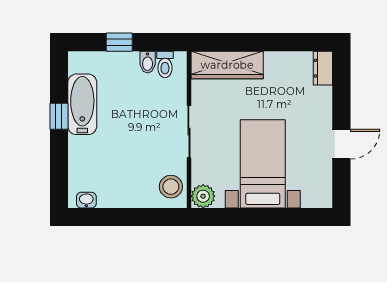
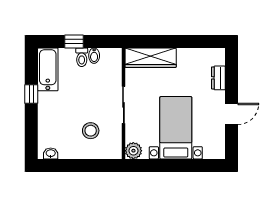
toilet: (165, 64) -> (82, 57), moved
dresser: (323, 68) -> (218, 78), moved
bathtub: (82, 104) -> (48, 69), moved
stool: (171, 187) -> (91, 131), moved

